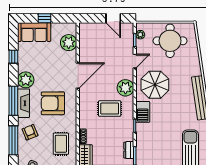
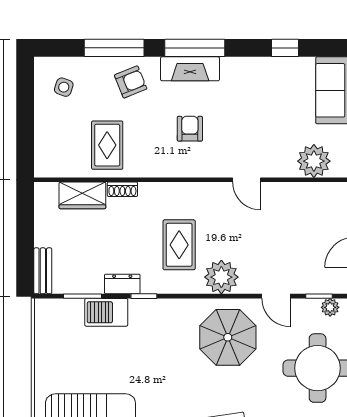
door: (78, 76) -> (246, 180), width x0.53
plant: (26, 80) -> (238, 73), removed
armchair: (53, 103) -> (190, 129), width x0.53, depth x0.53
barbecue: (143, 112) -> (106, 312), moved
rug: (61, 144) -> (107, 145), turned 90
dresser: (129, 150) -> (122, 284), moved

